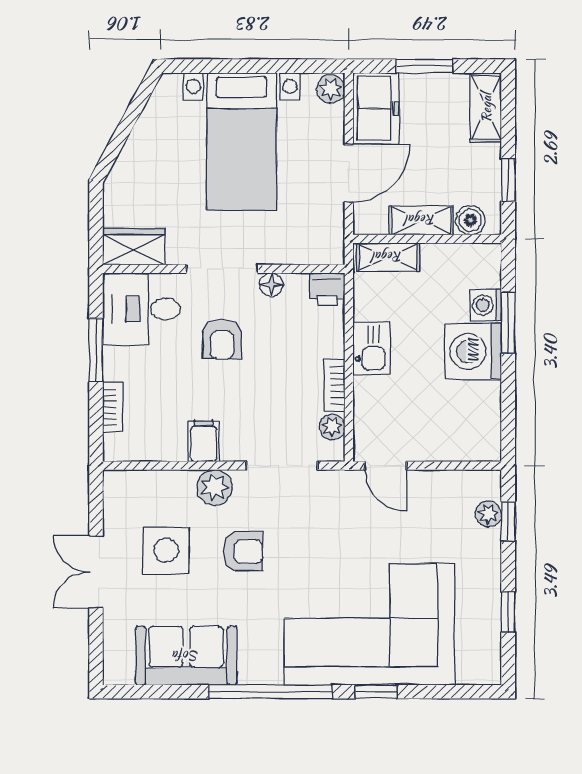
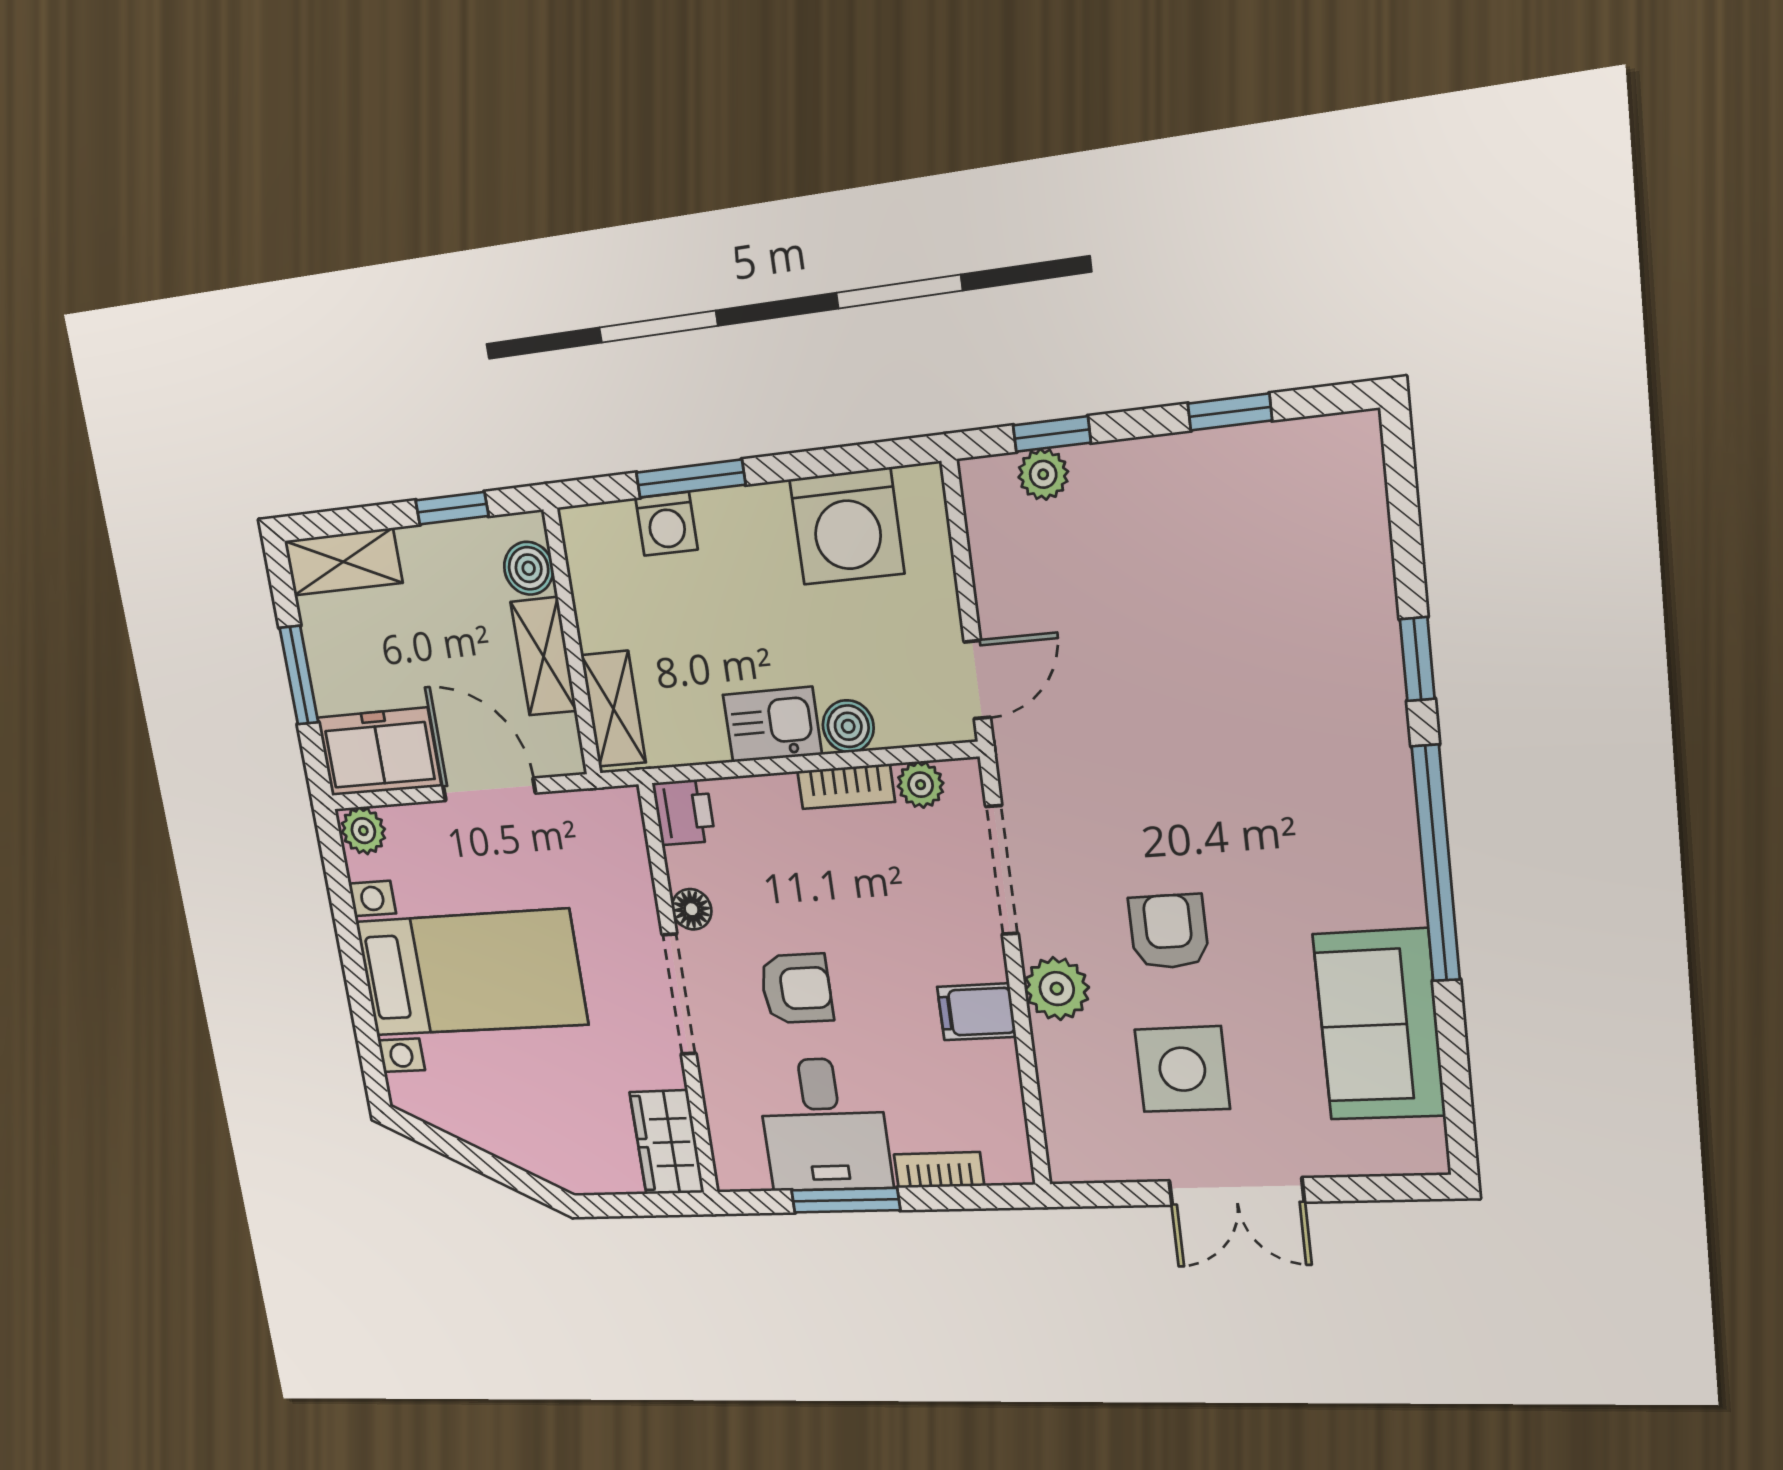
desk: (142, 309) -> (824, 1125), moved
washing machine: (473, 351) -> (847, 526), moved
boiler: (367, 391) -> (848, 726), added
corner sofa: (369, 624) -> (1283, 684), removed

